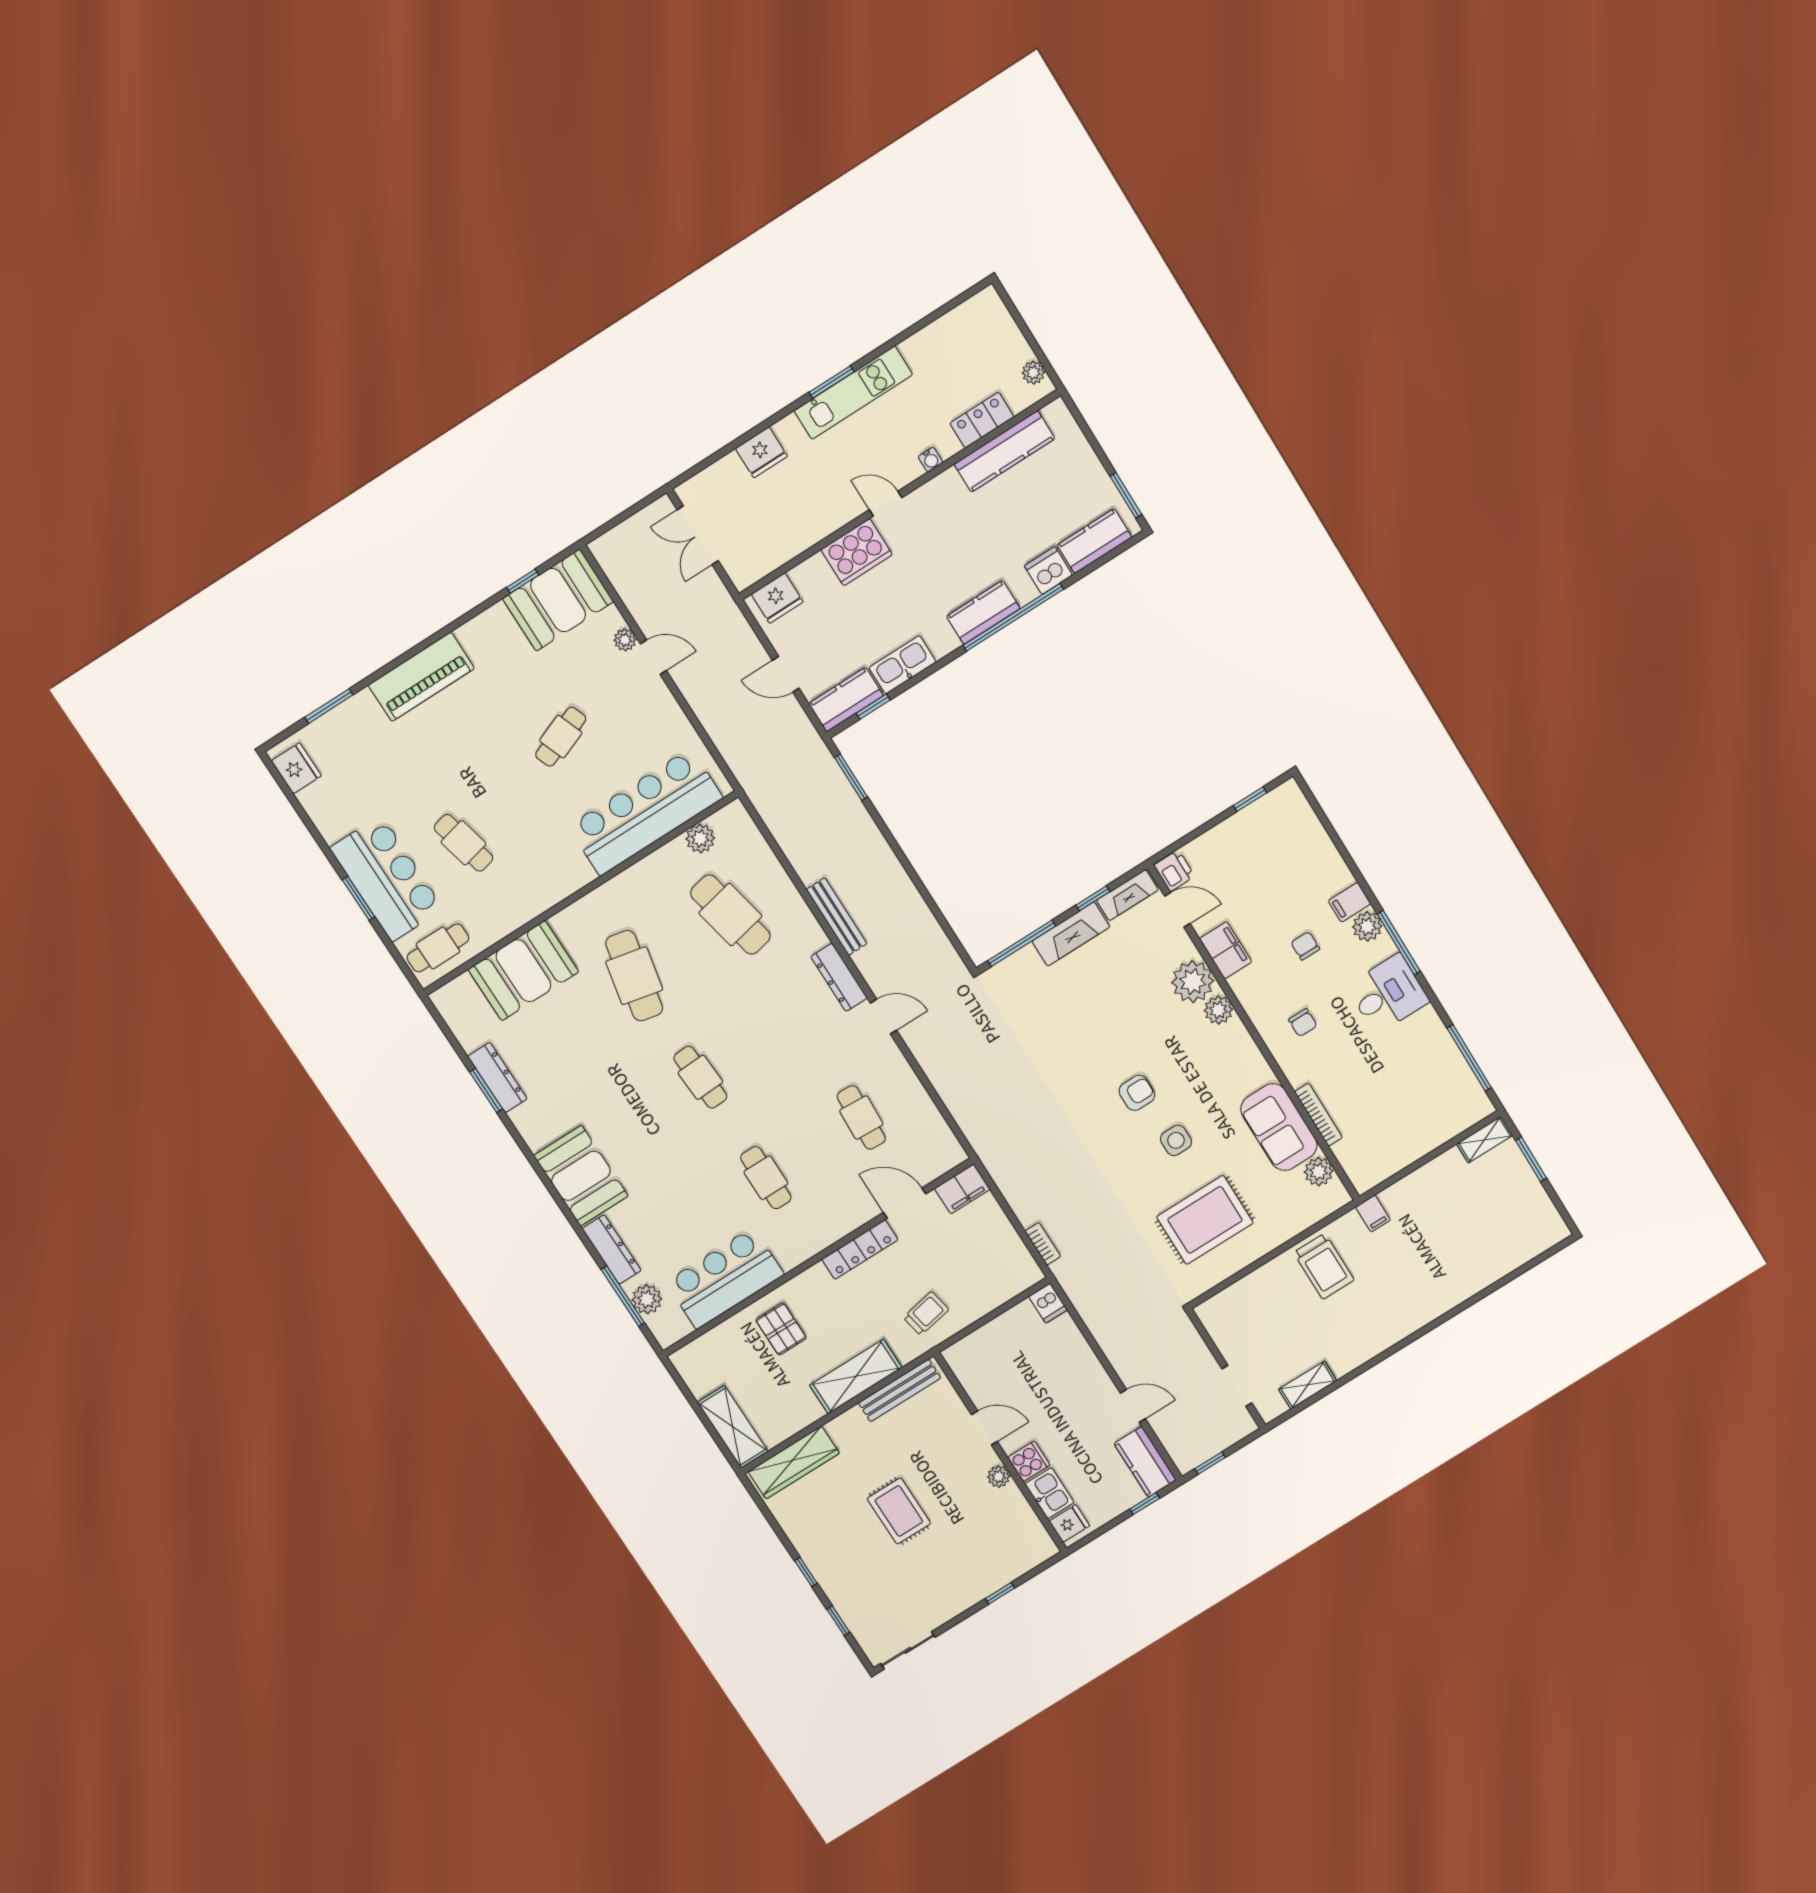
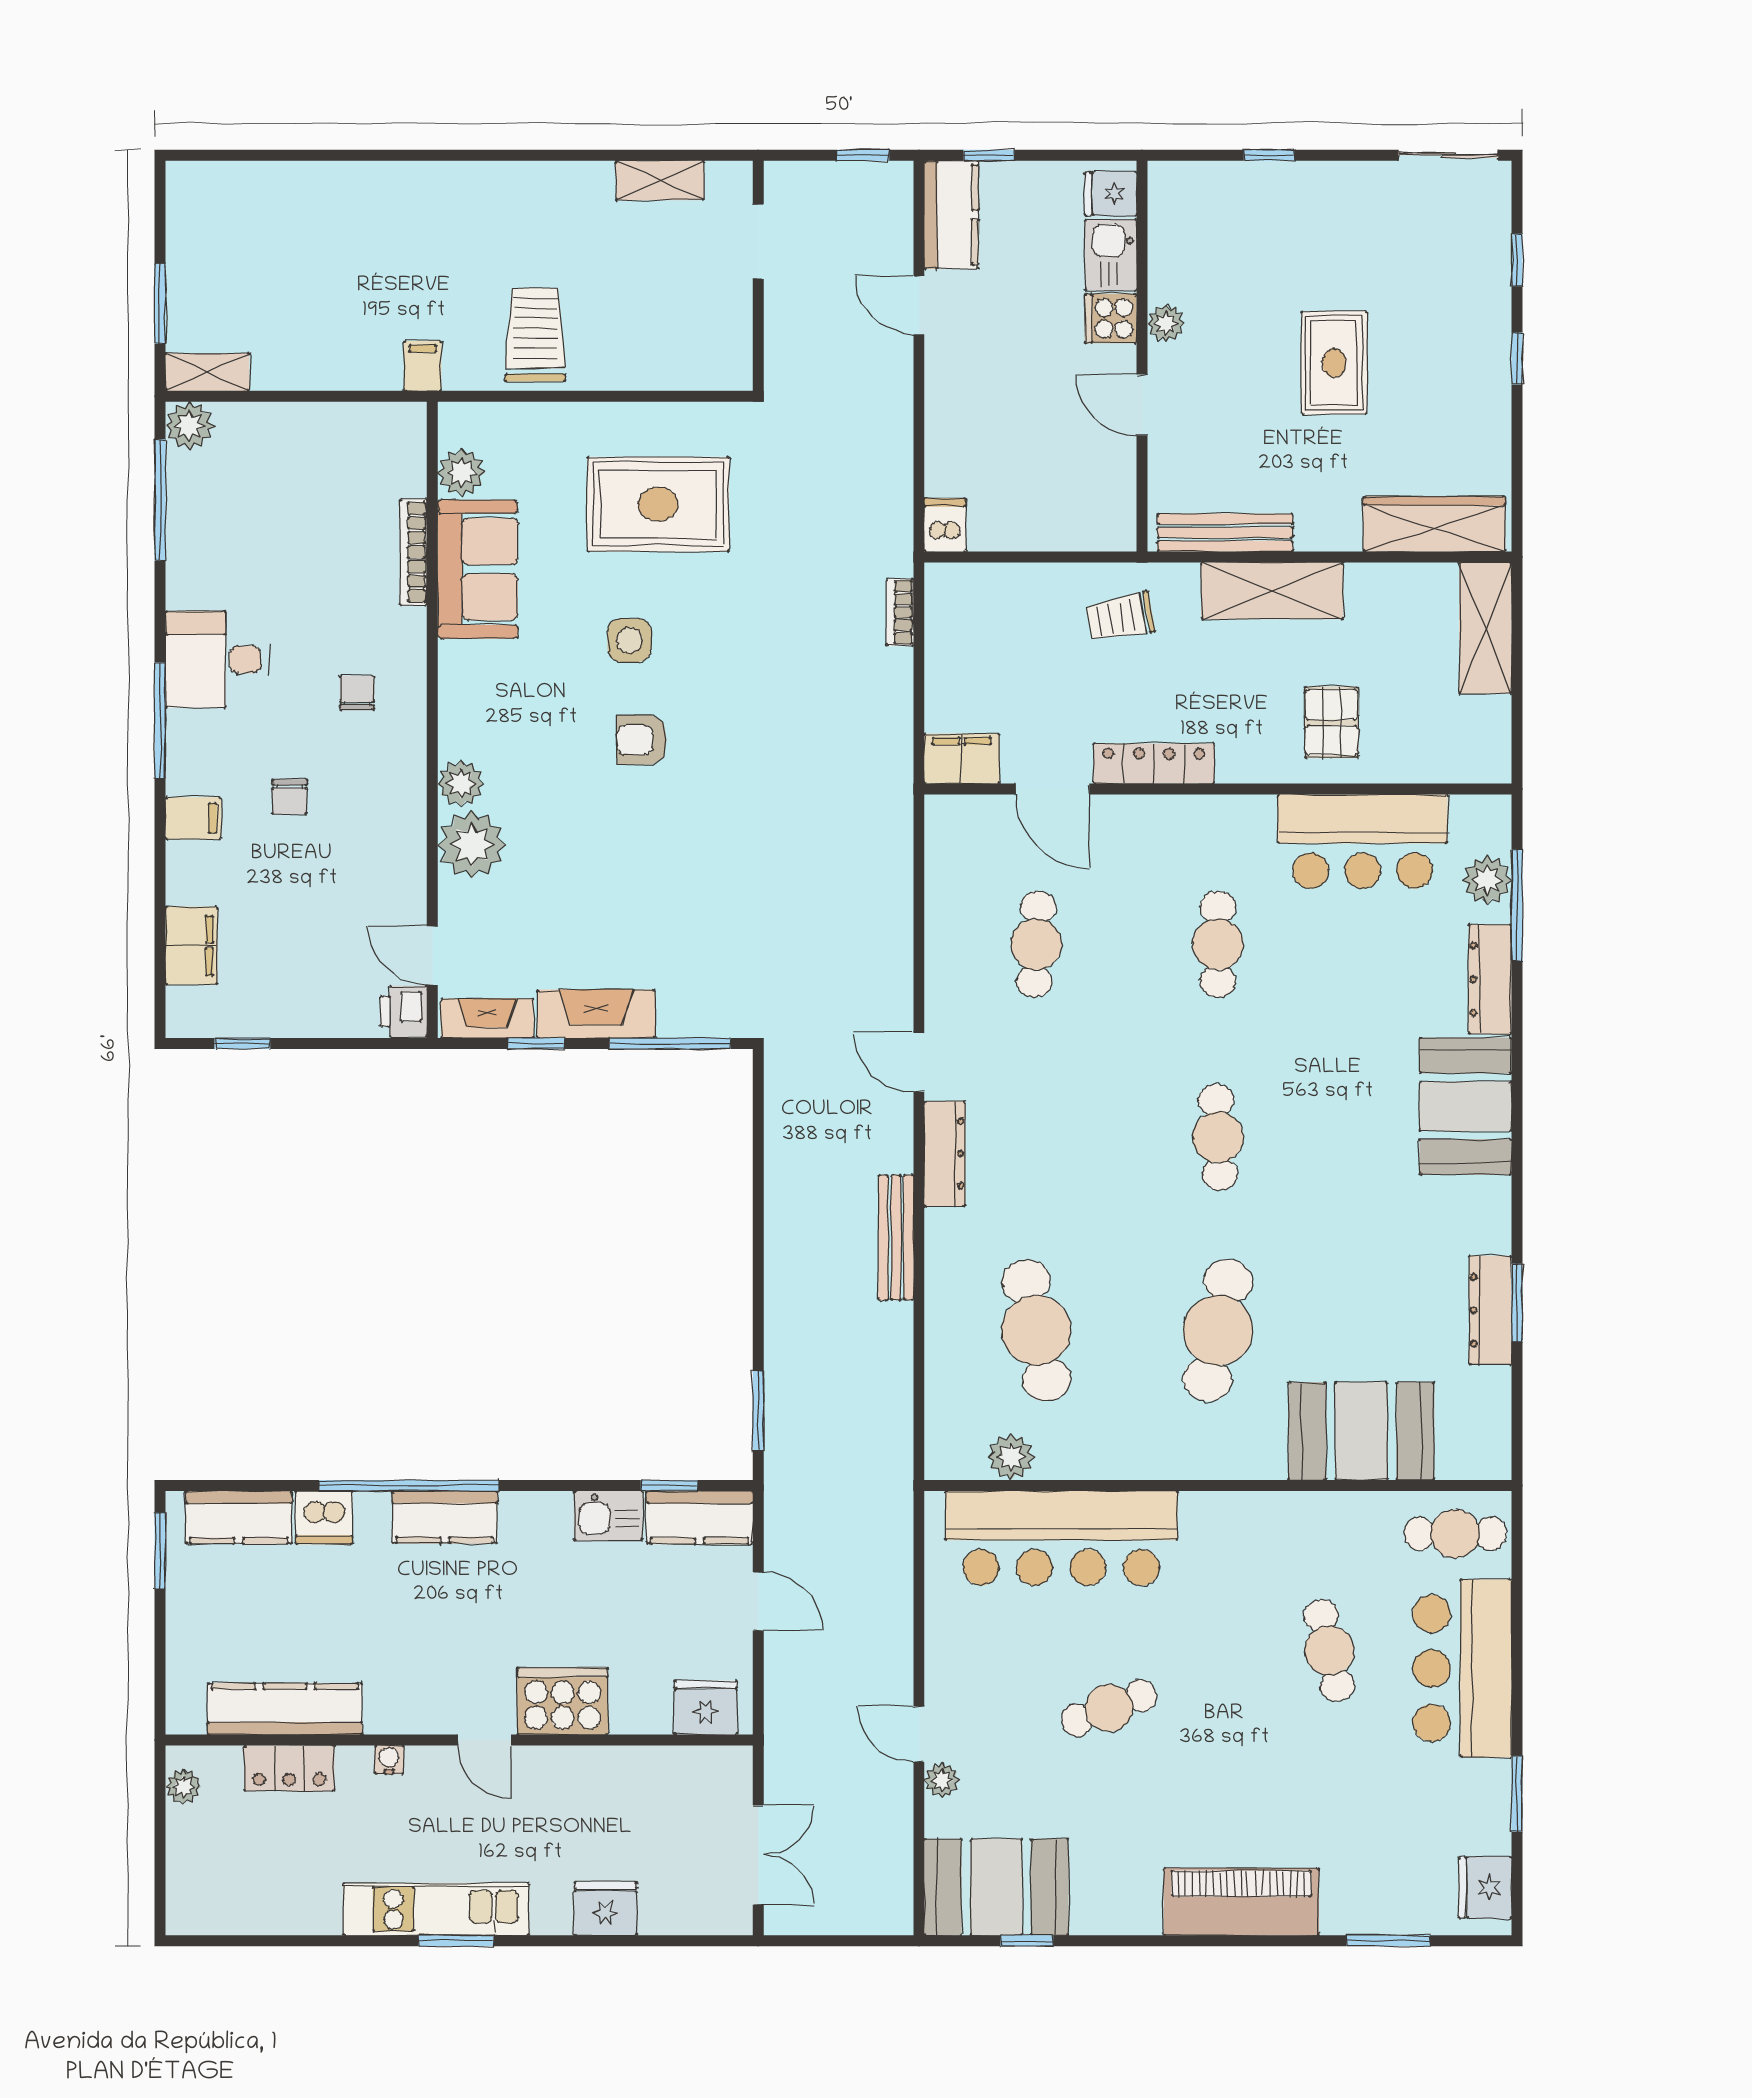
kitchen sink: (903, 665) -> (608, 1516), width x0.73
window: (358, 898) -> (1517, 1794), moved
plant: (1367, 926) -> (189, 426), moved
filing cabinet: (1226, 950) -> (191, 946), moved, turned 180

